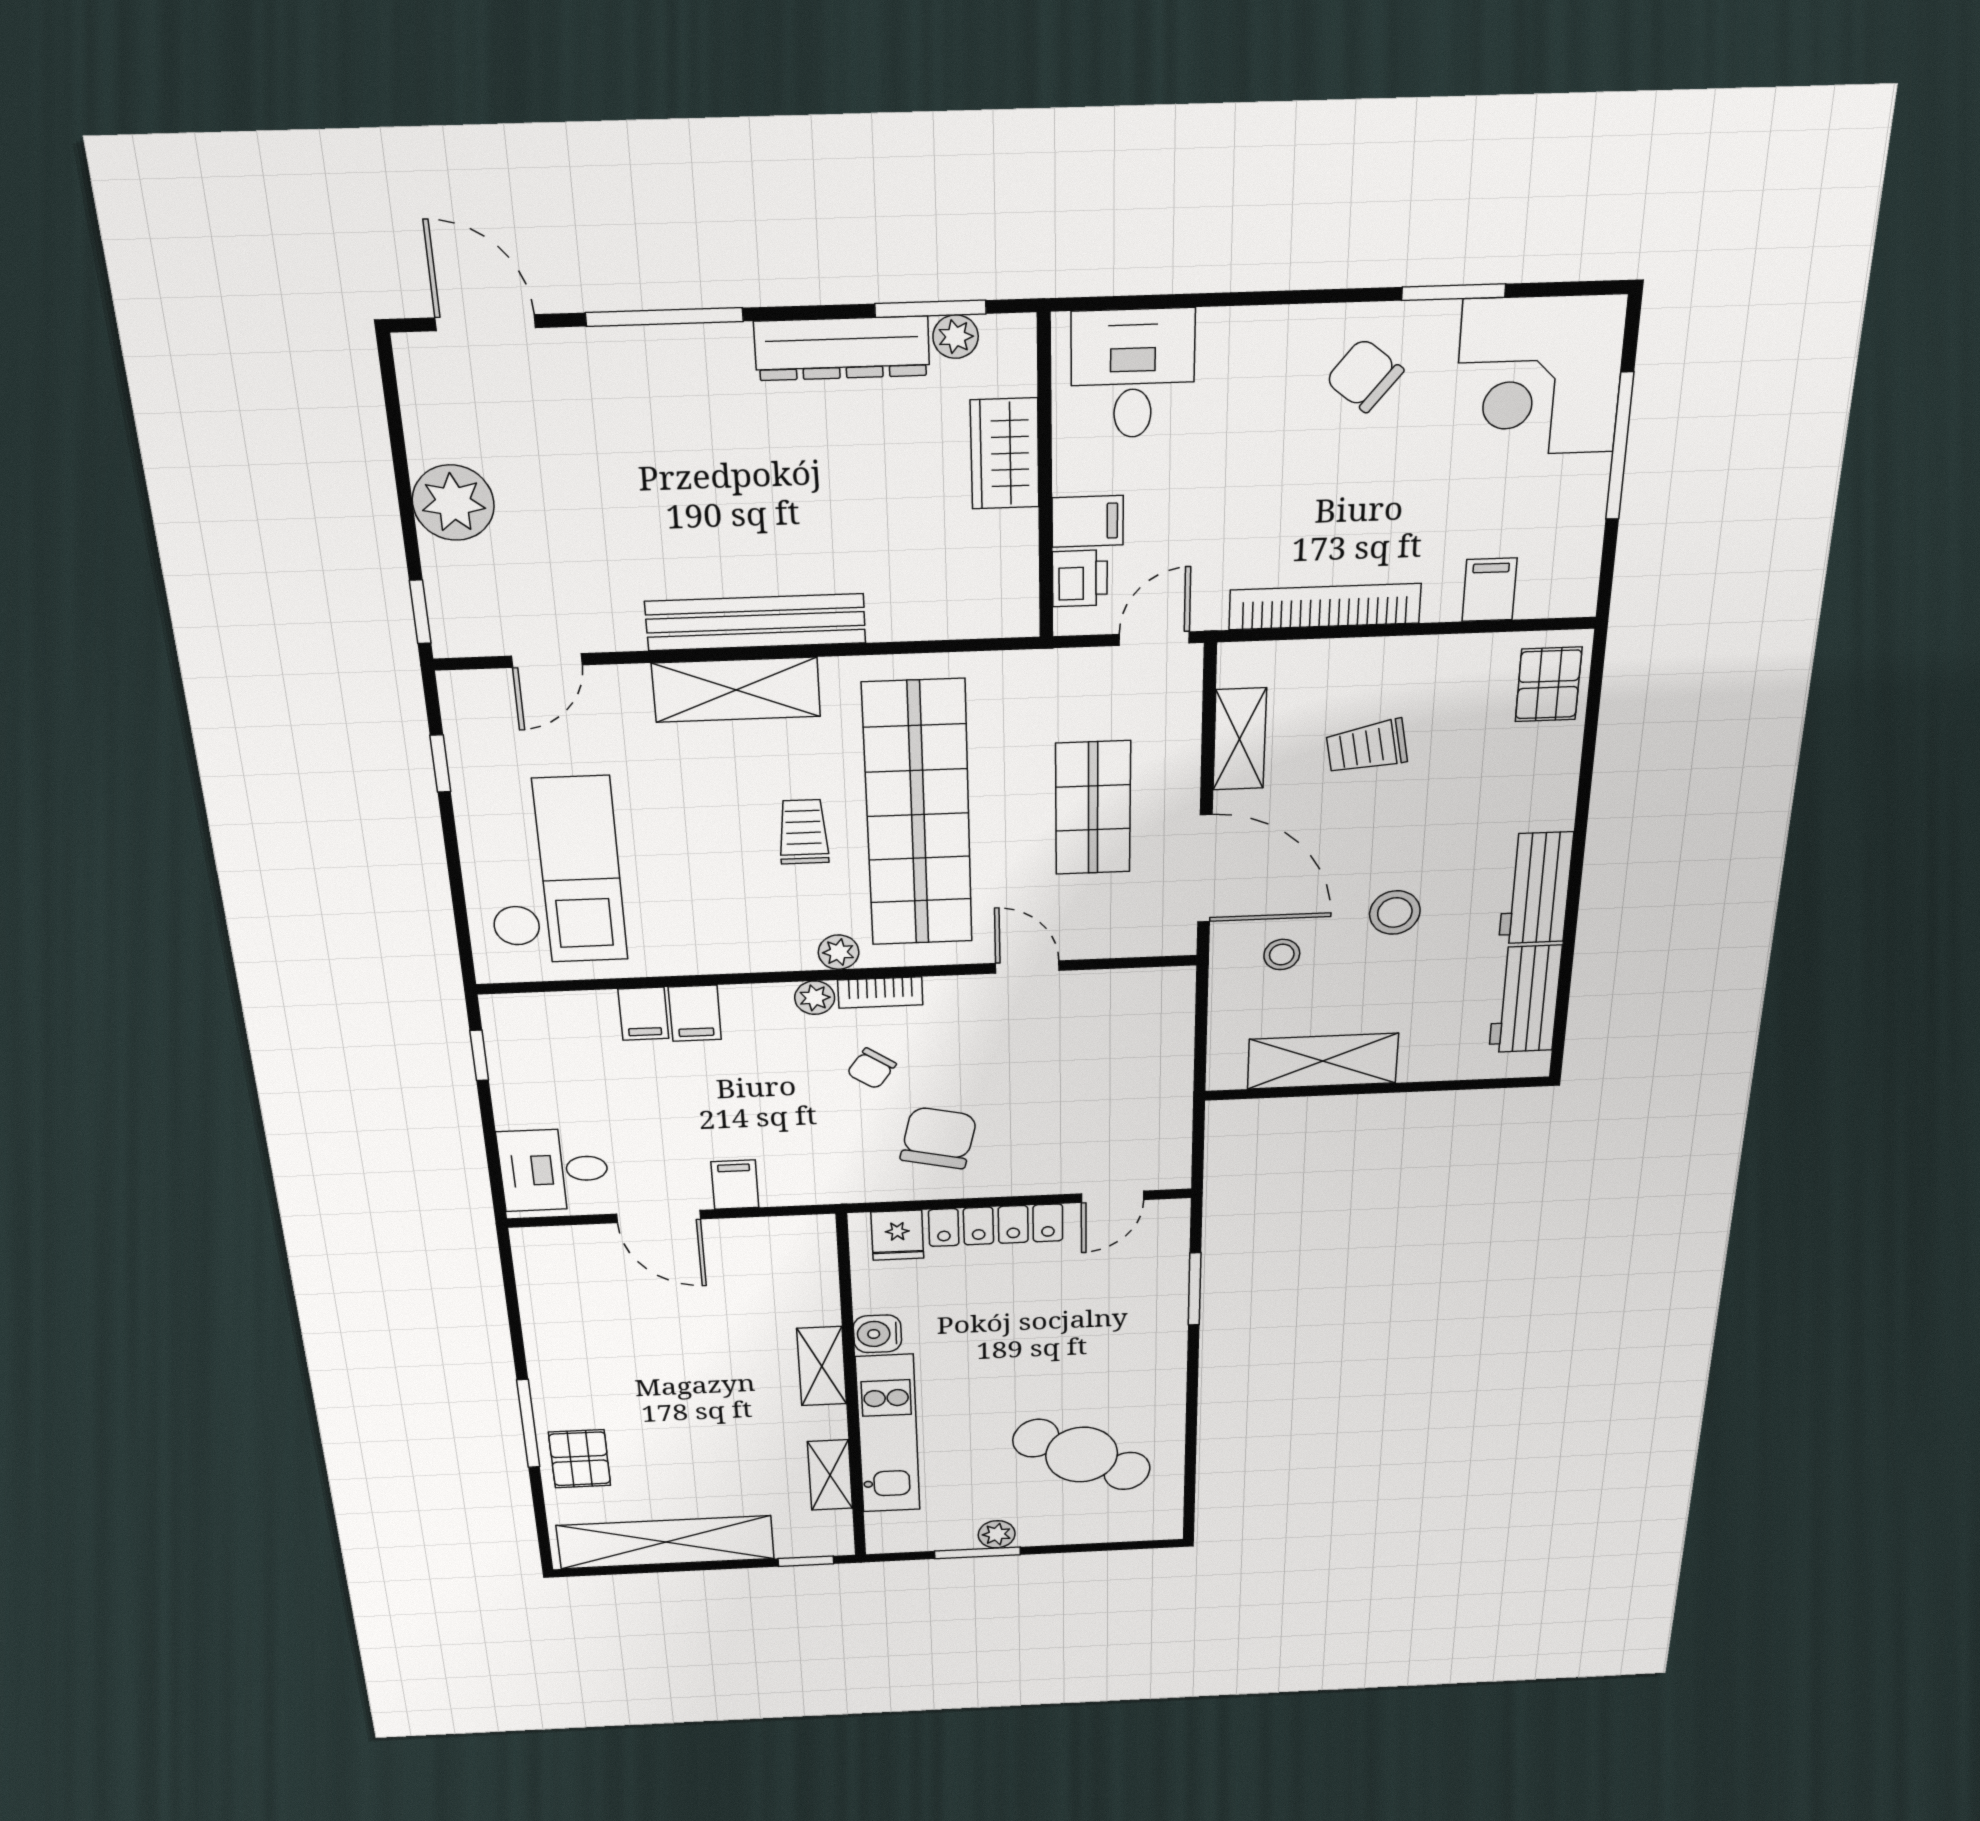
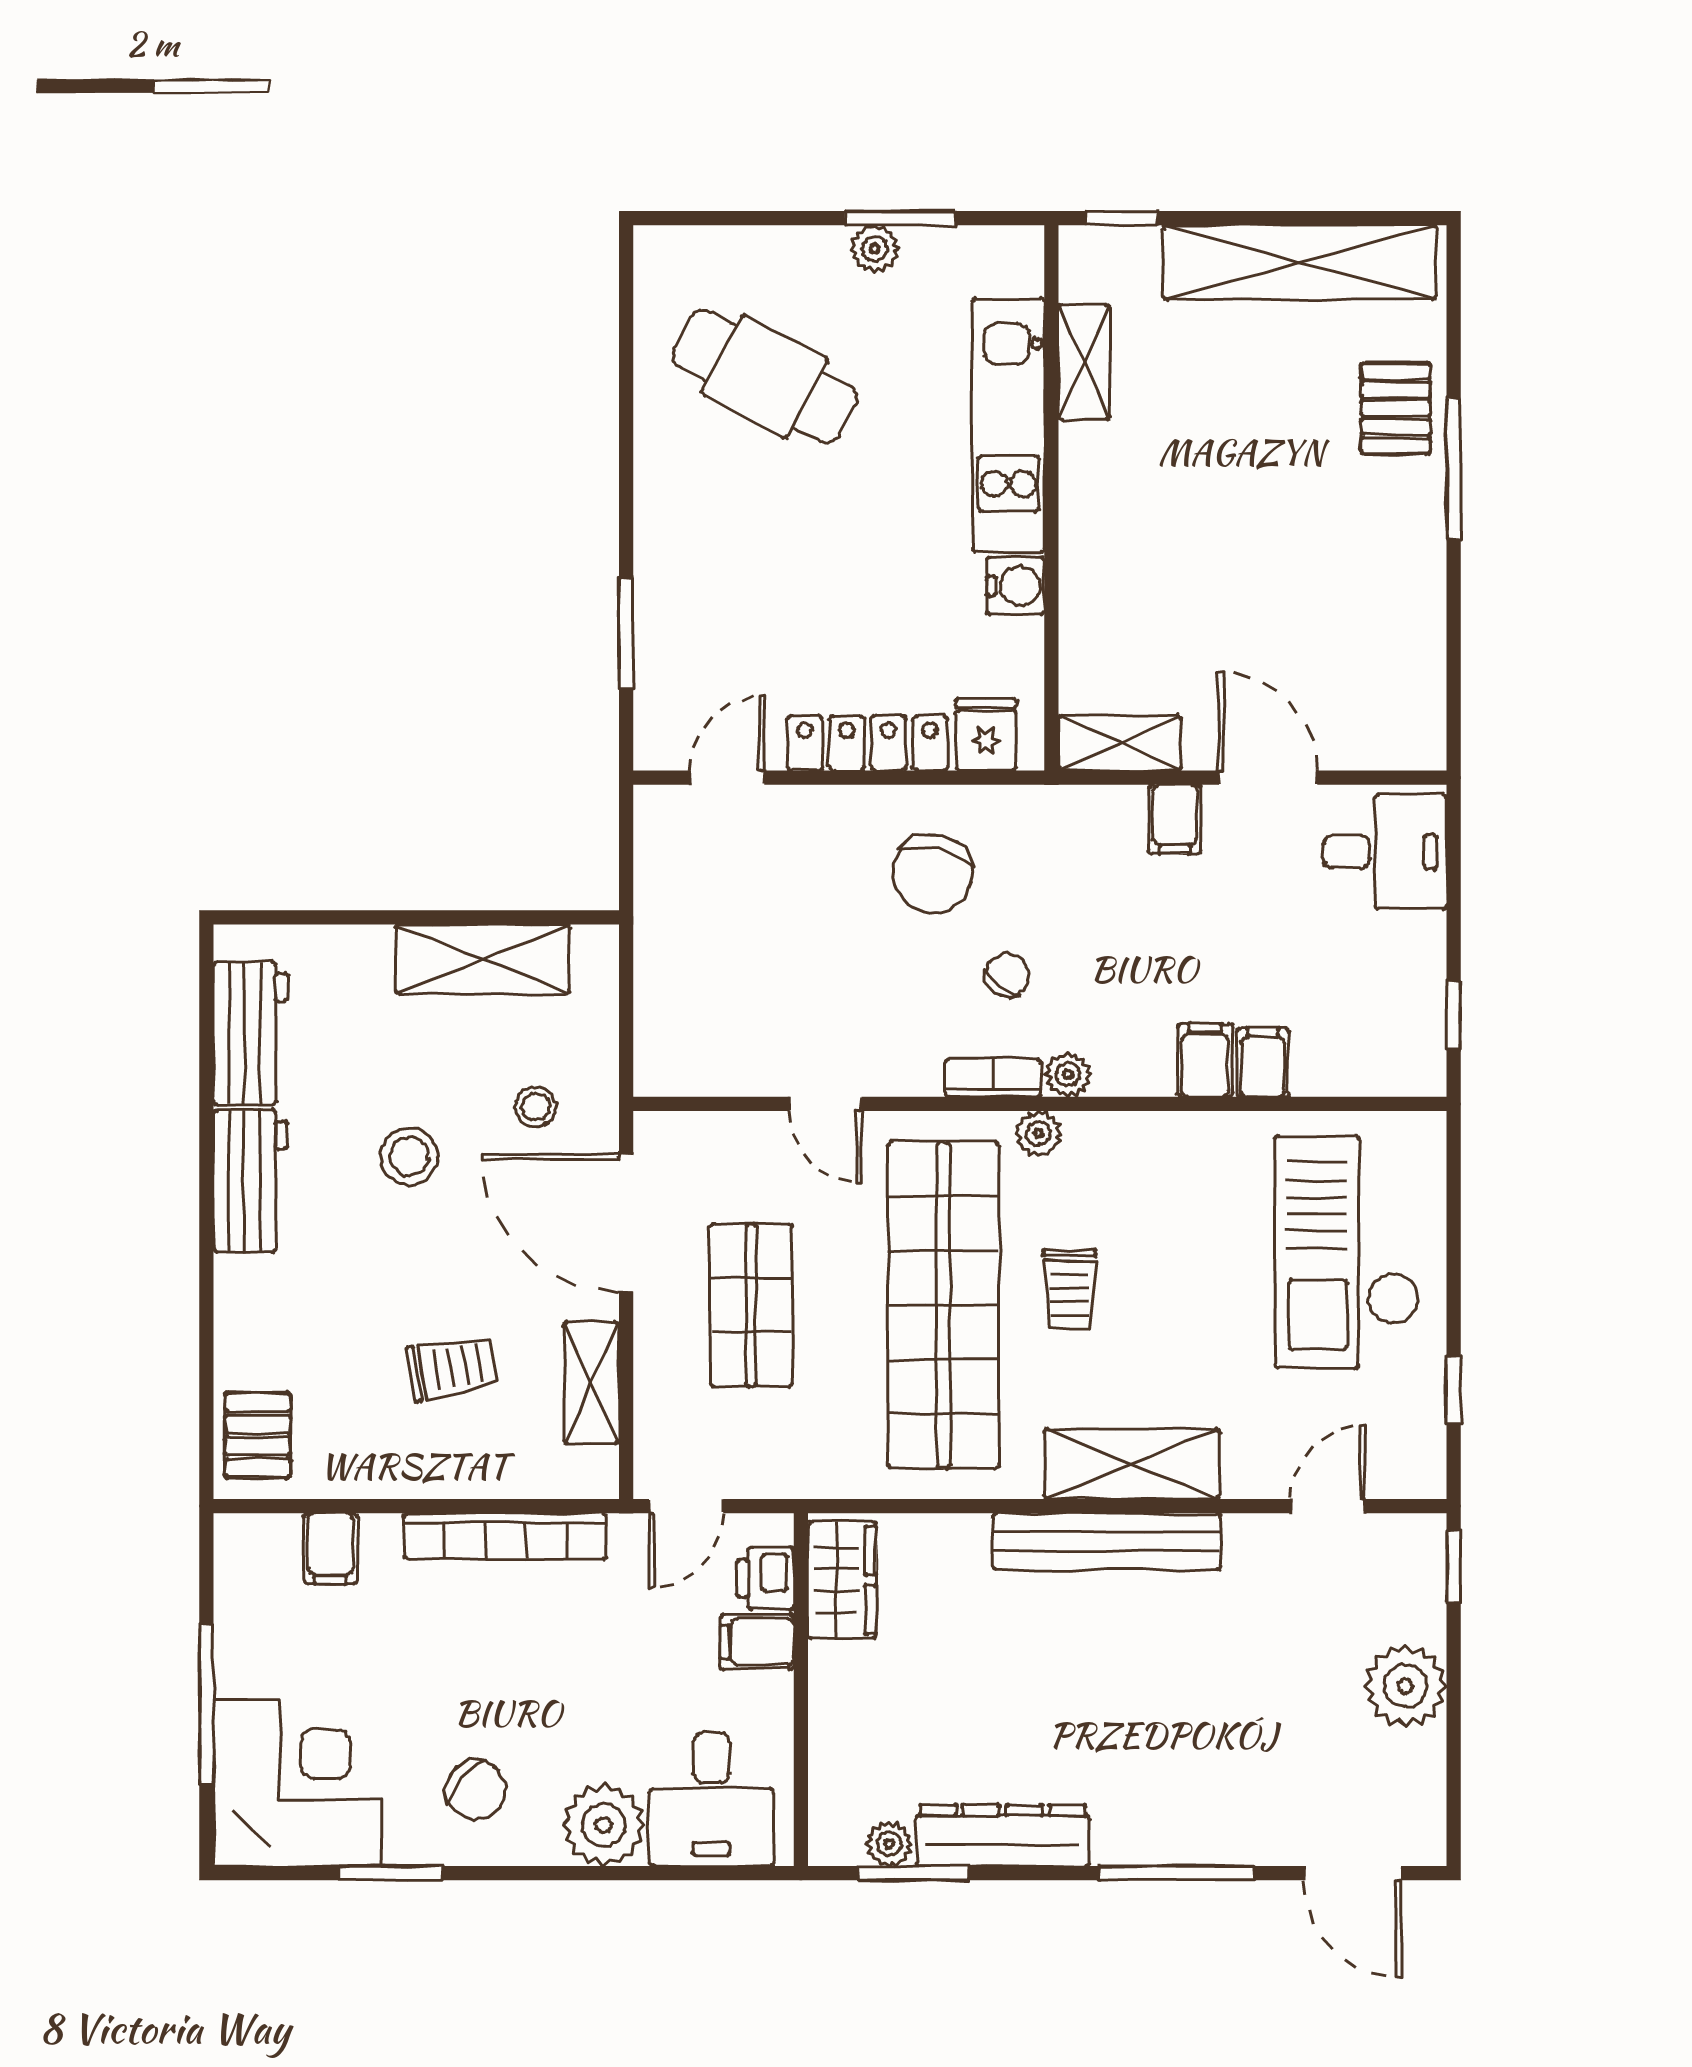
plant: (1240, 346) -> (604, 1825), added
wardrobe: (1005, 454) -> (842, 1580), moved
shelving: (822, 1366) -> (1120, 743), moved, turned 90

